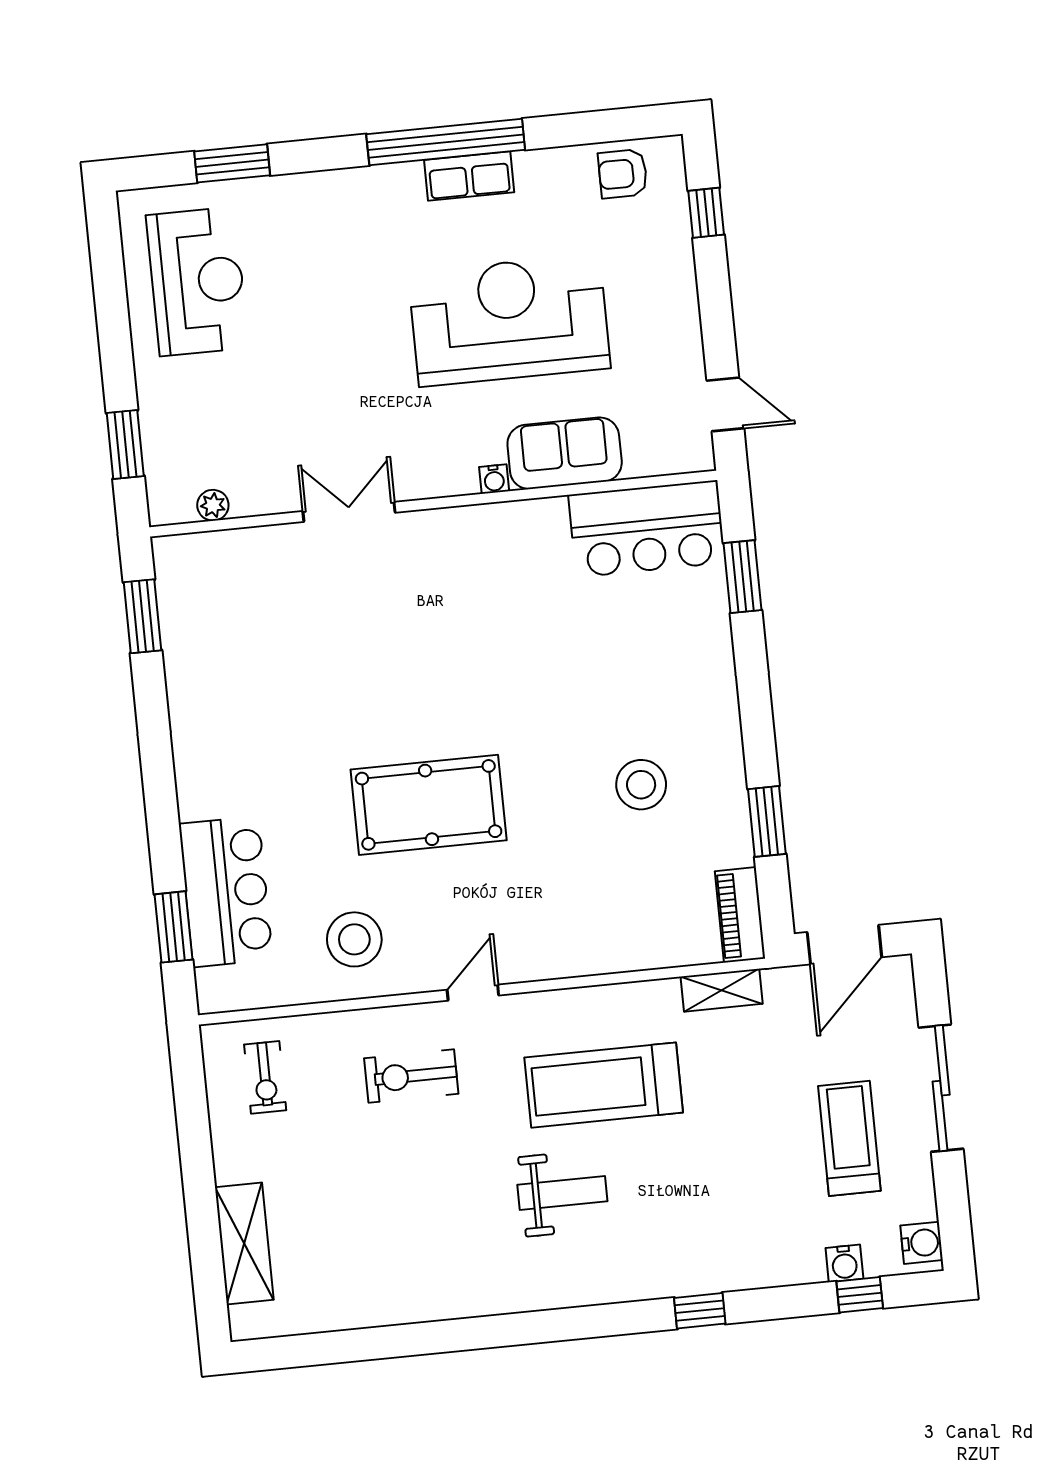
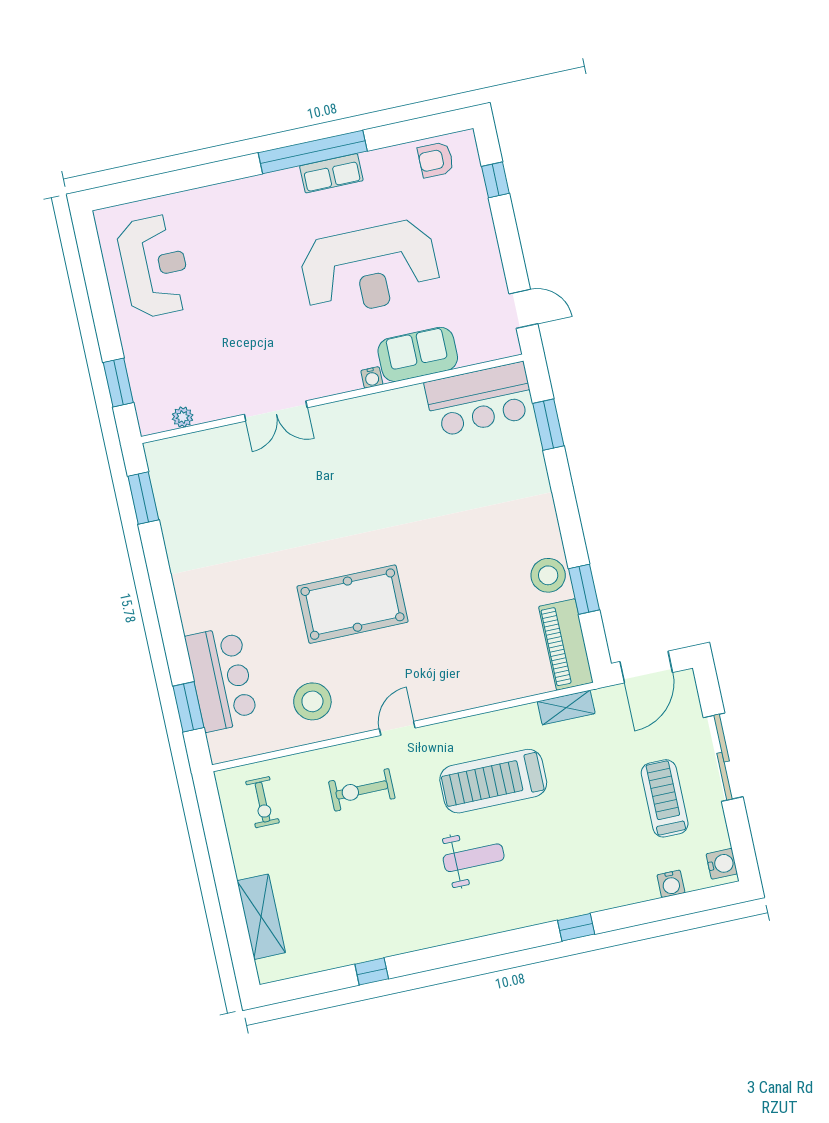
window: (232, 163) -> (169, 183), removed
reception desk: (509, 320) -> (370, 268), turned 180
double door: (349, 512) -> (276, 411), swing flipped
stool: (641, 785) -> (548, 575), moved
piano: (740, 915) -> (566, 645), width x1.37, depth x1.33
window: (860, 1295) -> (372, 971), moved

